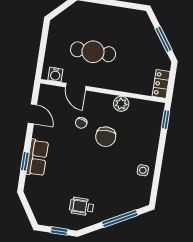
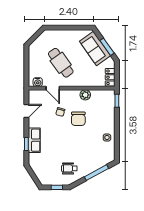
sofa: (146, 39) -> (95, 48), added
cafe table: (93, 52) -> (61, 63), turned 54
door: (32, 114) -> (26, 111), hinge flipped

